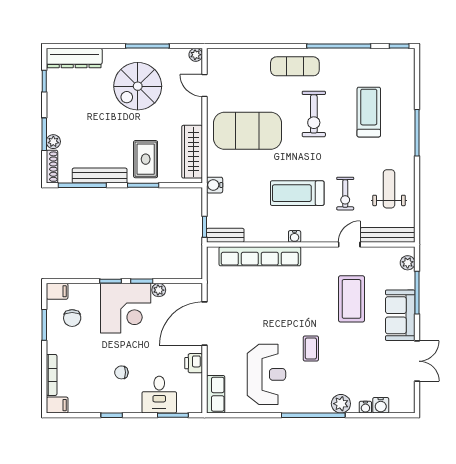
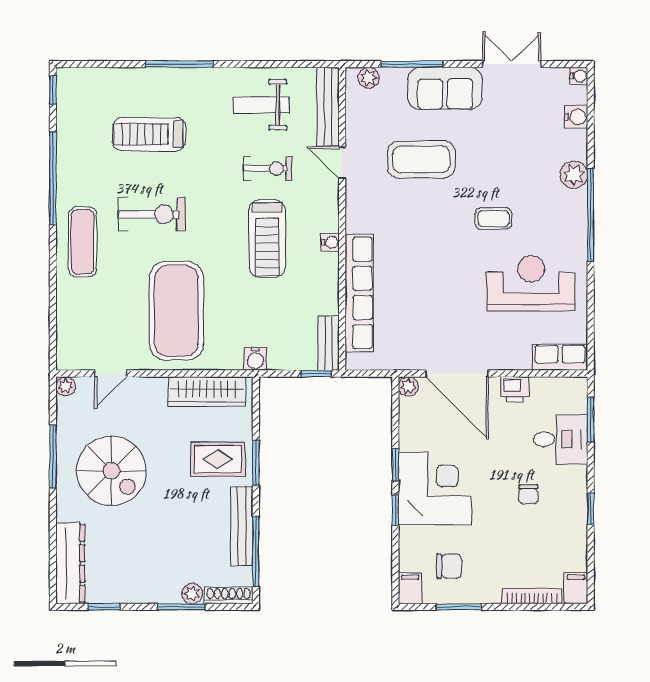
plant: (159, 290) -> (408, 386), moved
water cooler: (365, 407) -> (579, 76), moved

